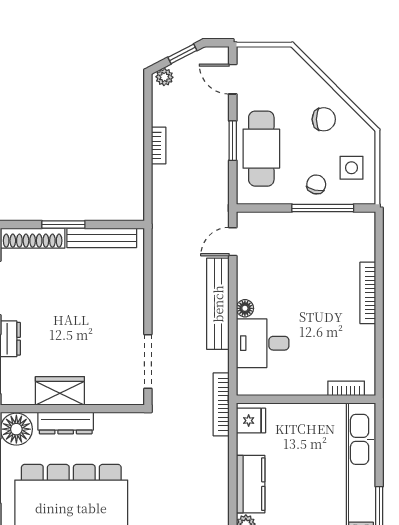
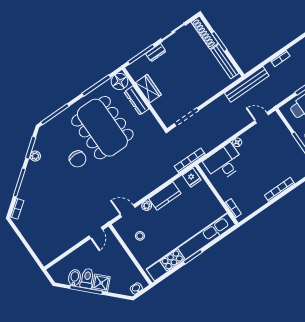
bench: (218, 304) -> (247, 84), moved
desk: (263, 343) -> (224, 163), width x1.37

